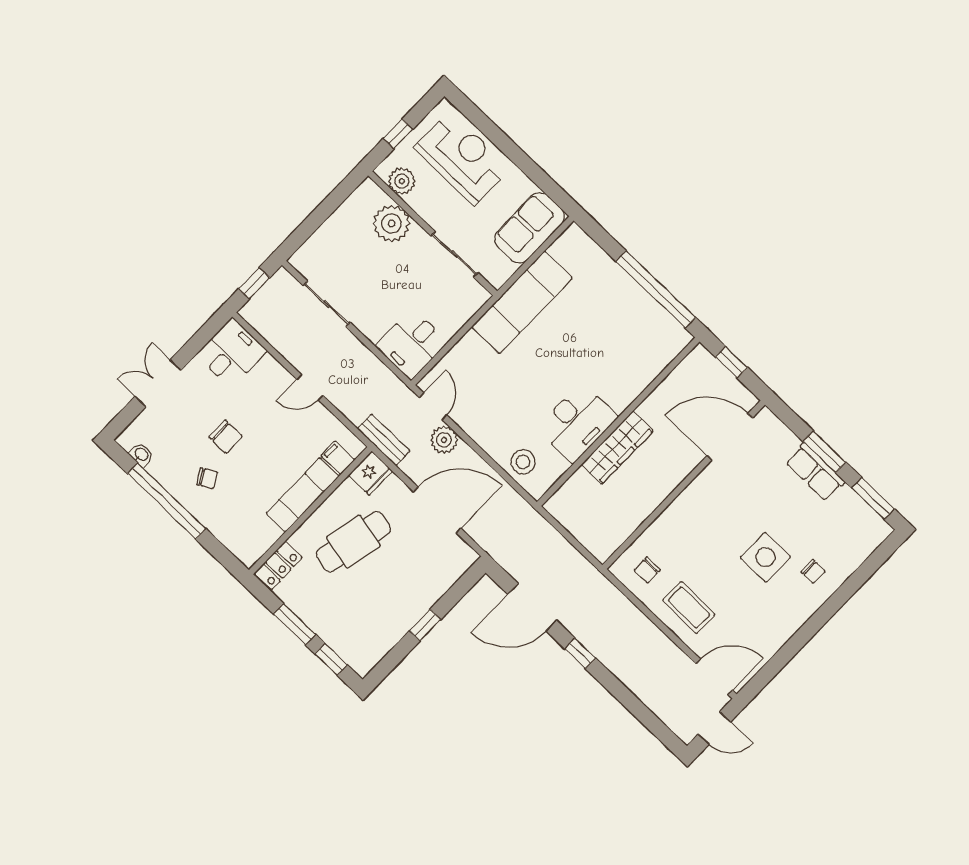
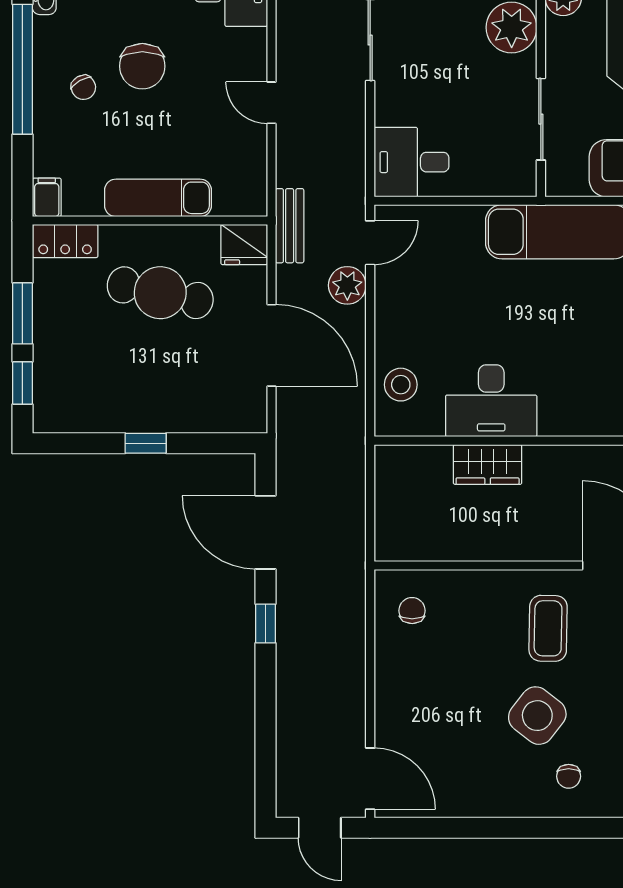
chair: (226, 437) -> (142, 66), width x1.37, depth x1.37
wardrobe: (617, 448) -> (488, 464), width x0.67
filing cabinet: (338, 458) -> (47, 197), moved
side table: (765, 557) -> (537, 716), turned 38
chair: (647, 570) -> (412, 611), turned 90
coffee table: (689, 607) -> (548, 628), moved

